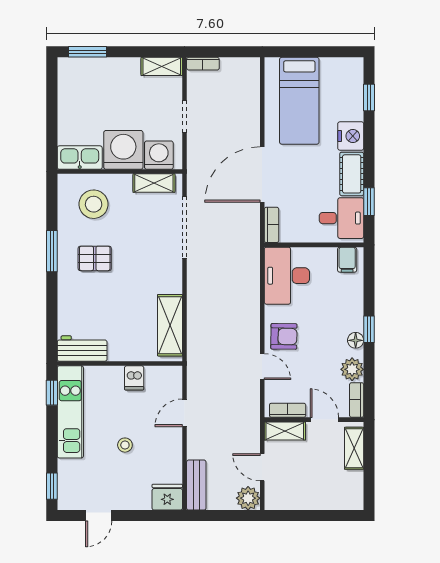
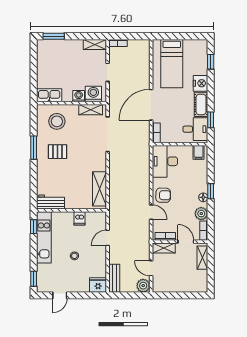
washing machine: (123, 150) -> (79, 96), width x0.53, depth x0.53

